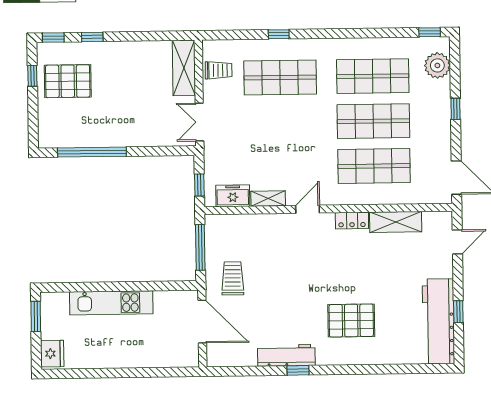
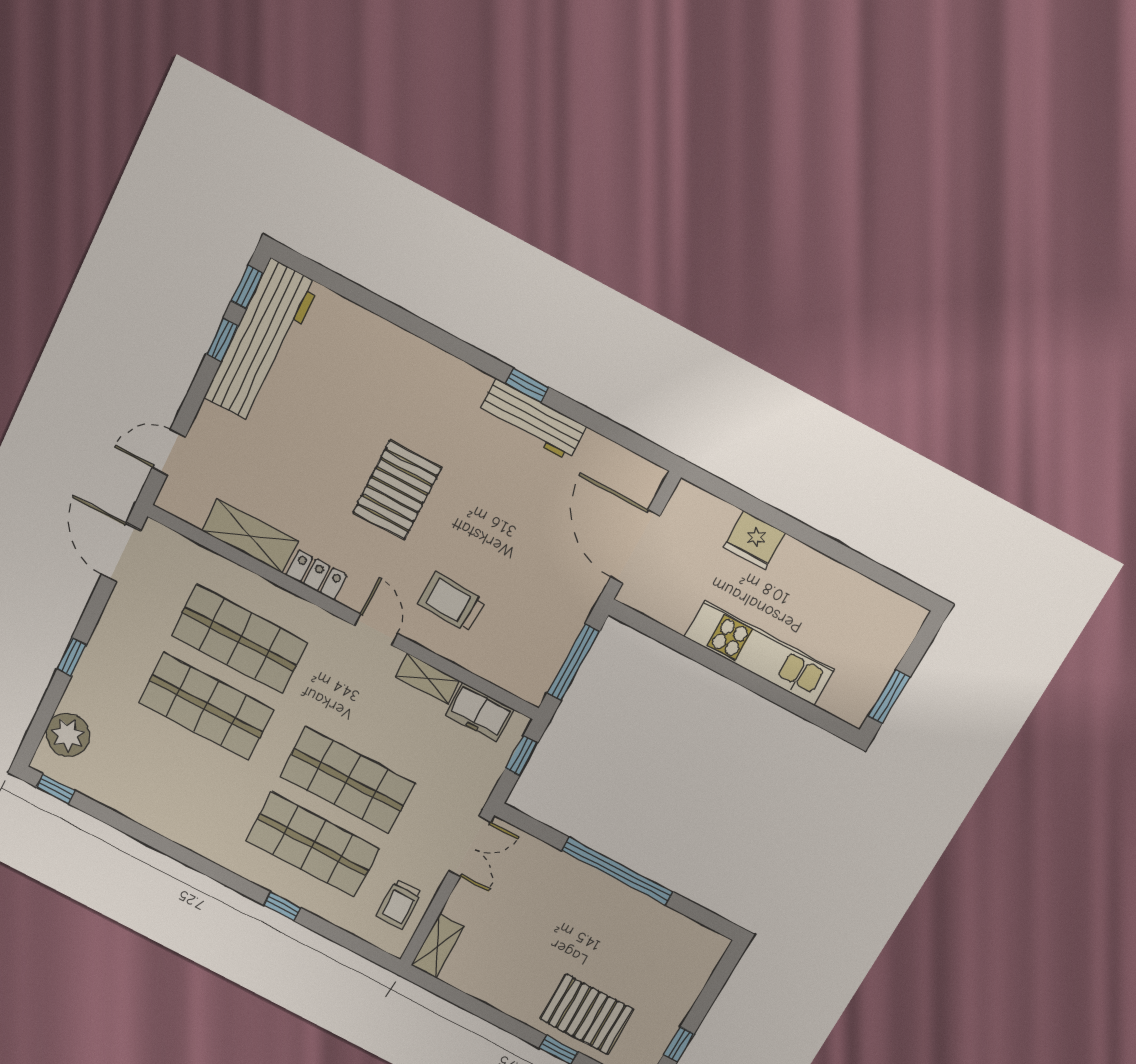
shelving: (184, 68) -> (438, 946), width x0.67, depth x0.75
trolley: (219, 70) -> (399, 904), turned -90
shop shelf: (373, 76) -> (347, 780), moved
pallet: (68, 81) -> (587, 1014), moved
window: (92, 152) -> (617, 871), moved
door: (308, 209) -> (376, 630), swing flipped
trolley: (233, 278) -> (452, 602), moved, turned 93
pallet: (351, 321) -> (397, 490), moved, turned 90
window: (459, 344) -> (247, 287), added
fridge: (52, 354) -> (754, 540), moved, turned -90

